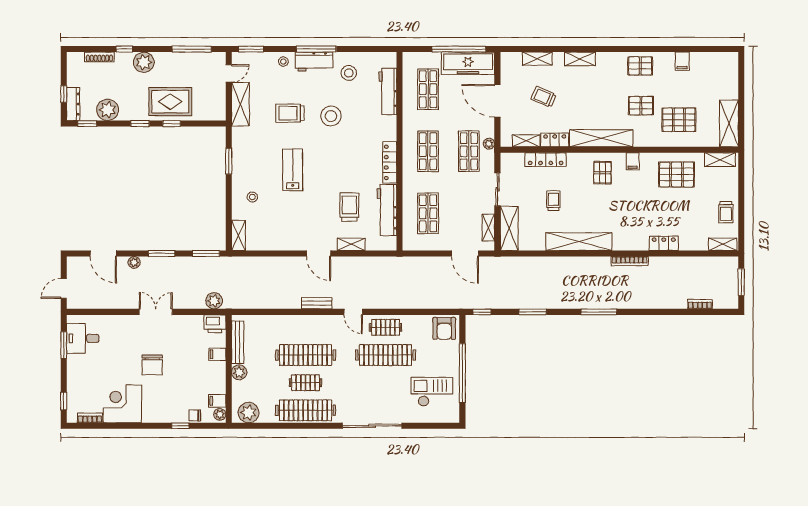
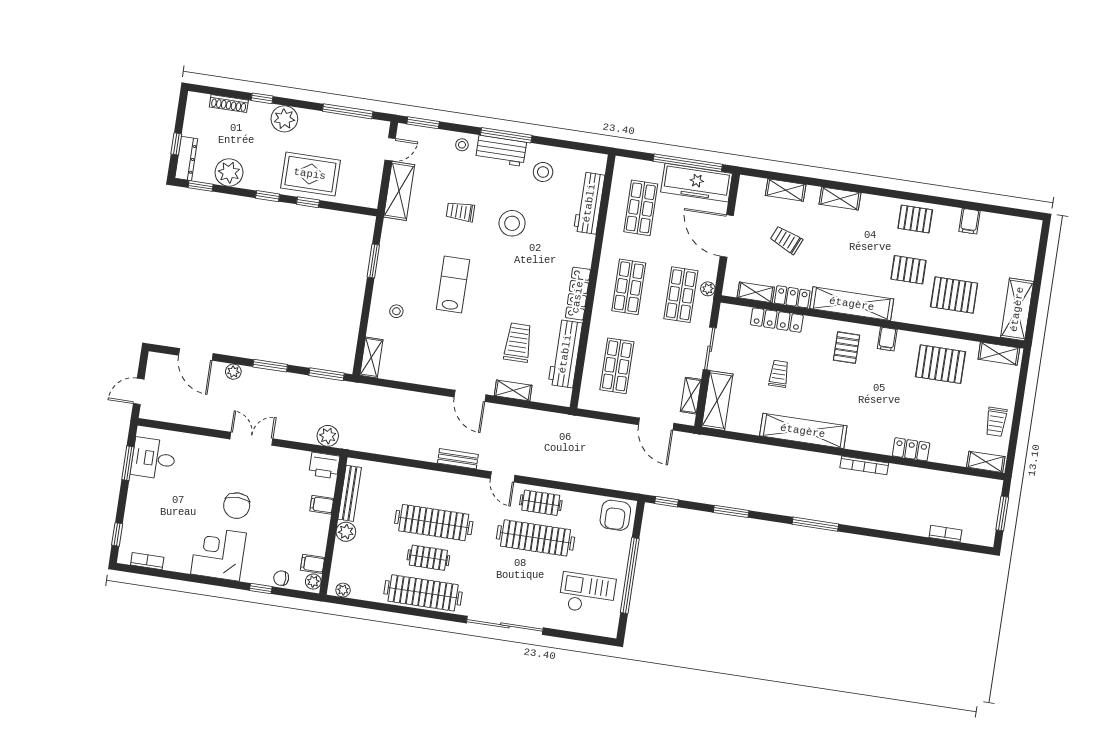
trolley: (290, 113) -> (460, 212), width x0.73, depth x0.72
corner desk: (122, 404) -> (218, 554), moved
plant: (248, 413) -> (343, 590), width x0.53, depth x0.53

